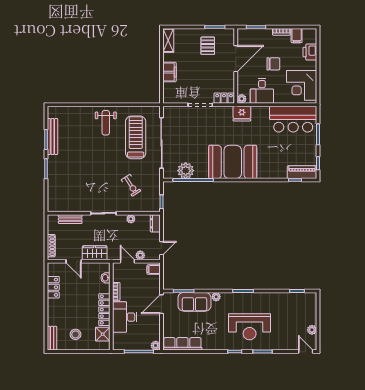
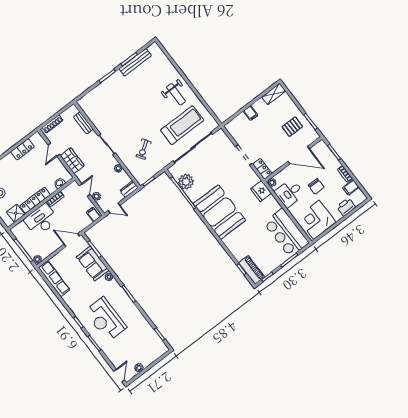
filing cabinet: (169, 72) -> (251, 113), width x0.50
weight bench: (106, 123) -> (176, 94), turned -90

